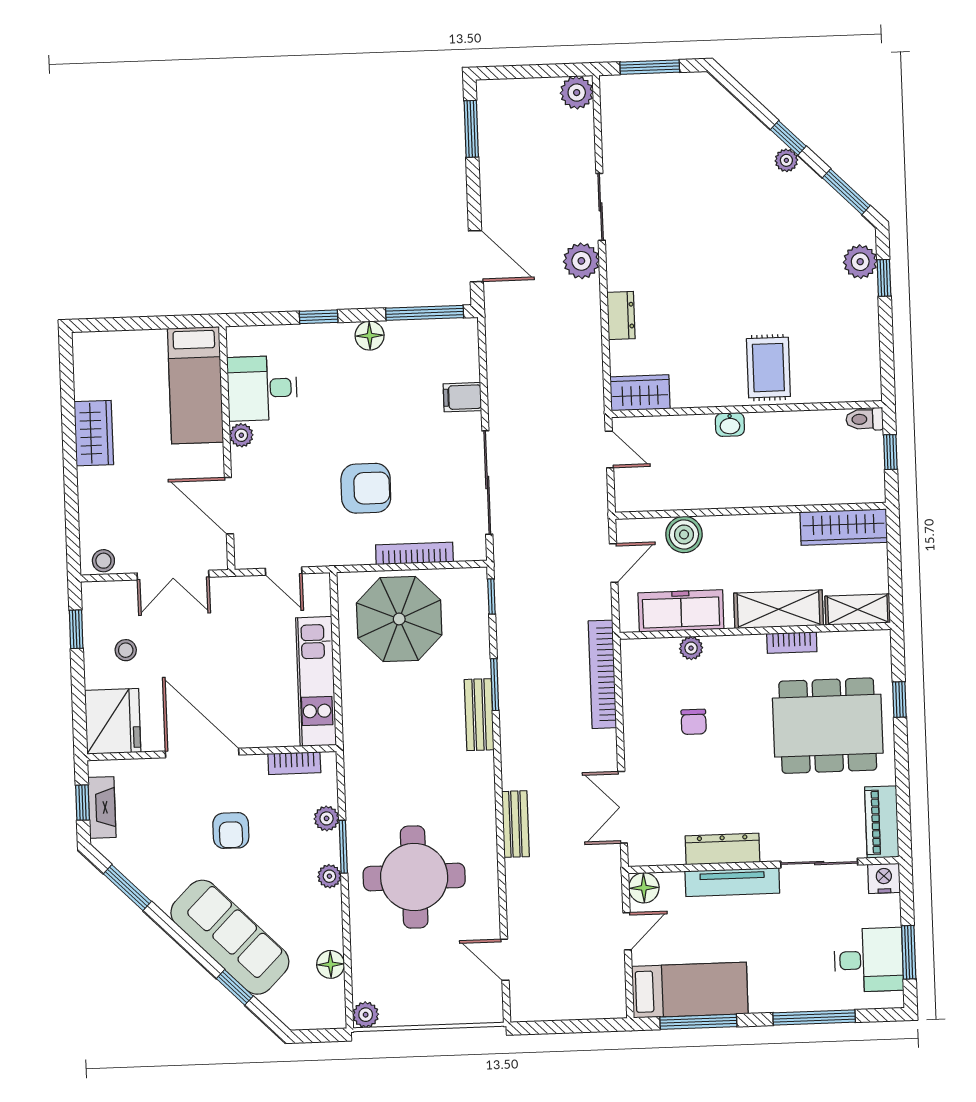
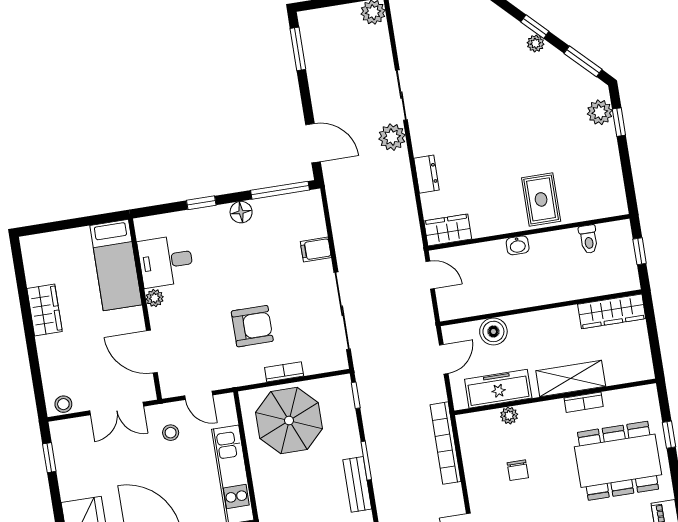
toilet: (865, 419) -> (588, 239), moved, turned -90
bookcase: (414, 553) -> (284, 372), width x0.64
shelving: (858, 610) -> (630, 372), removed
stool: (126, 650) -> (171, 433), moved

